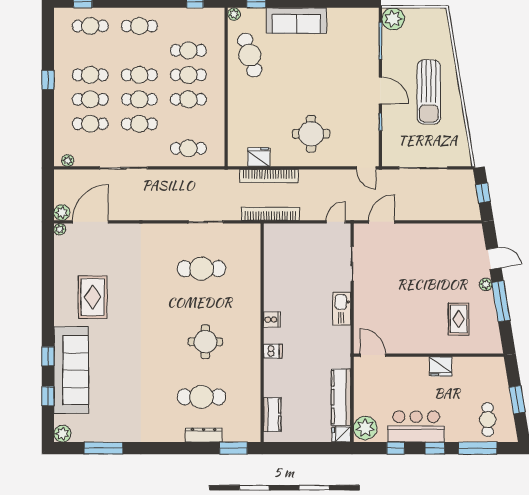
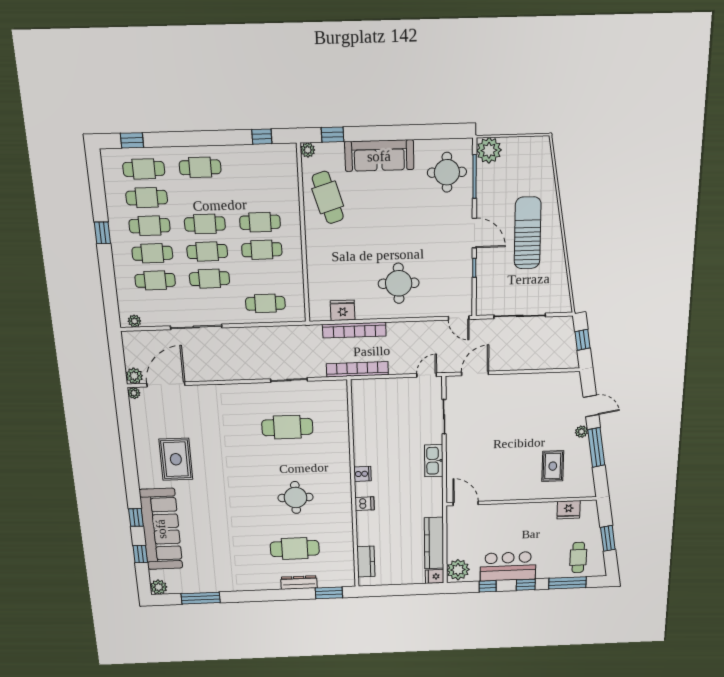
round table: (356, 36) -> (447, 172), added
cafe table: (188, 50) -> (147, 198), moved
sun lounger: (429, 92) -> (528, 233), turned 180
fridge: (441, 366) -> (569, 510), moved

